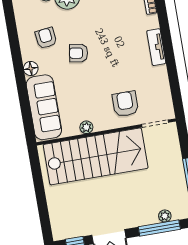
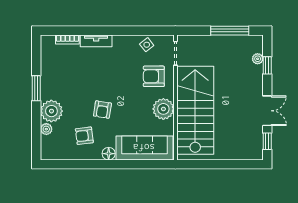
tv unit: (156, 47) -> (96, 41), moved
side table: (159, 90) -> (147, 45), added
plant: (86, 127) -> (163, 109), width x1.87, depth x1.87
window: (159, 228) -> (267, 65), width x0.46

